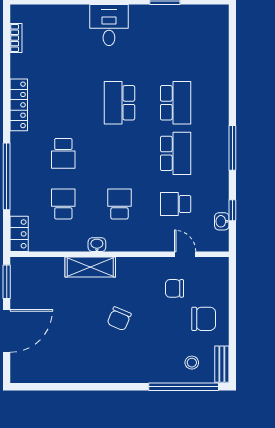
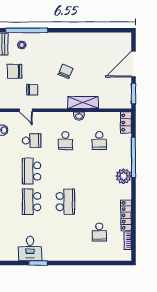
desk: (109, 25) -> (30, 248), moved
locker: (19, 105) -> (126, 215), moved
plant: (23, 145) -> (124, 176), added
school desk: (63, 153) -> (99, 232), moved, turned 180

